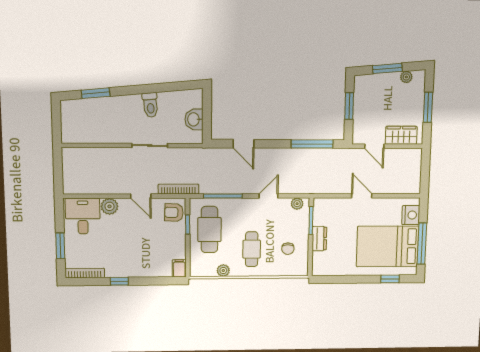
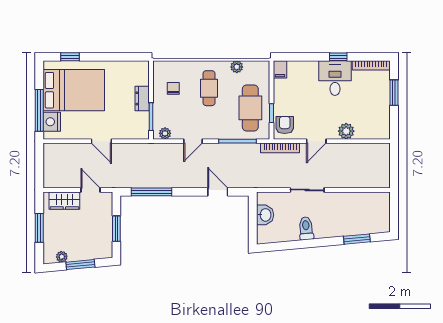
door: (141, 196) -> (316, 141), swing flipped
armchair: (174, 212) -> (285, 125), turned -92
desk: (83, 216) -> (335, 78), moved, turned 180
window: (422, 244) -> (39, 110), moved

